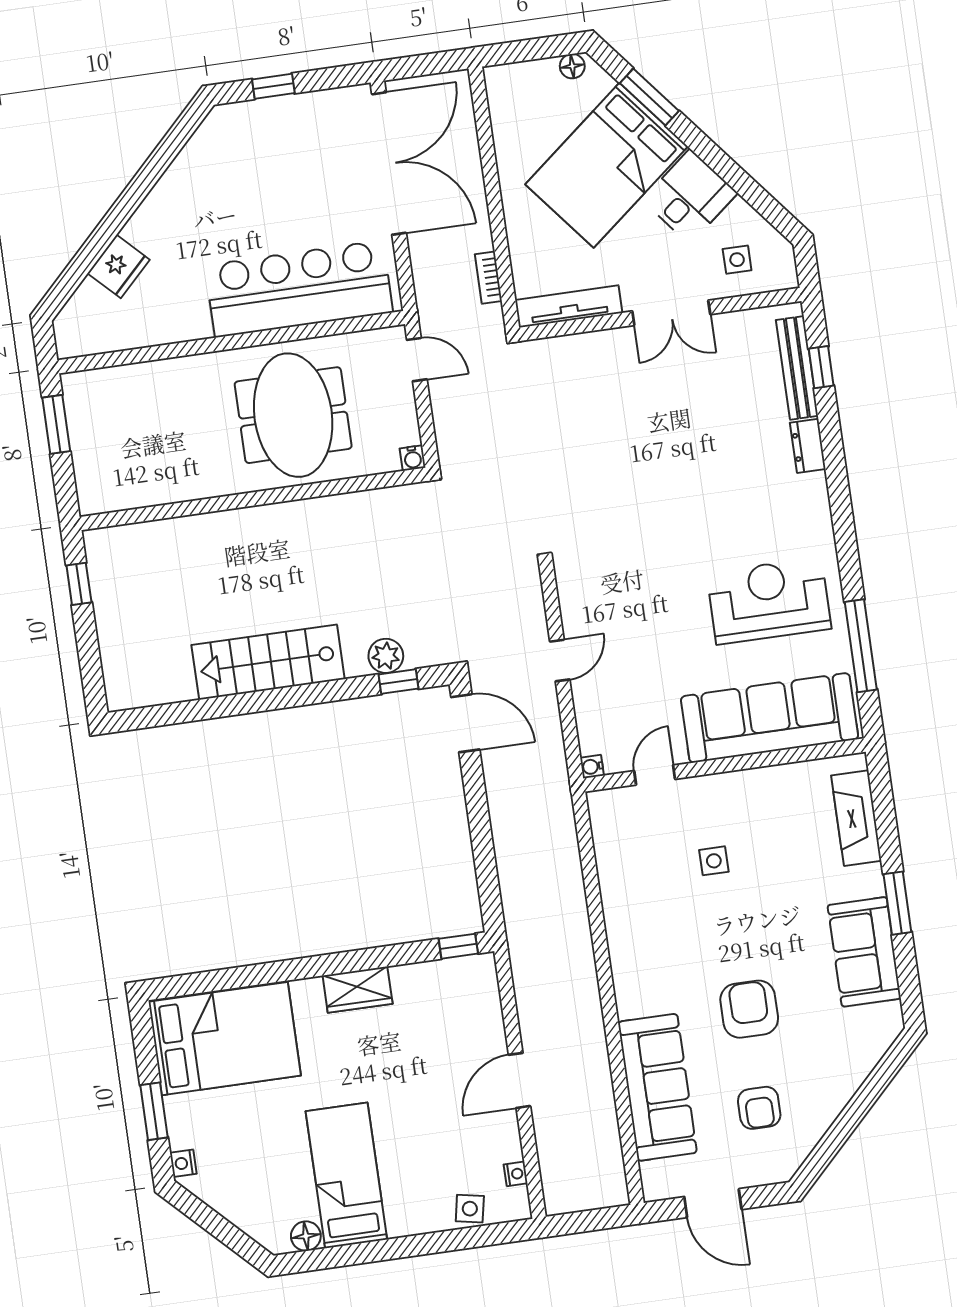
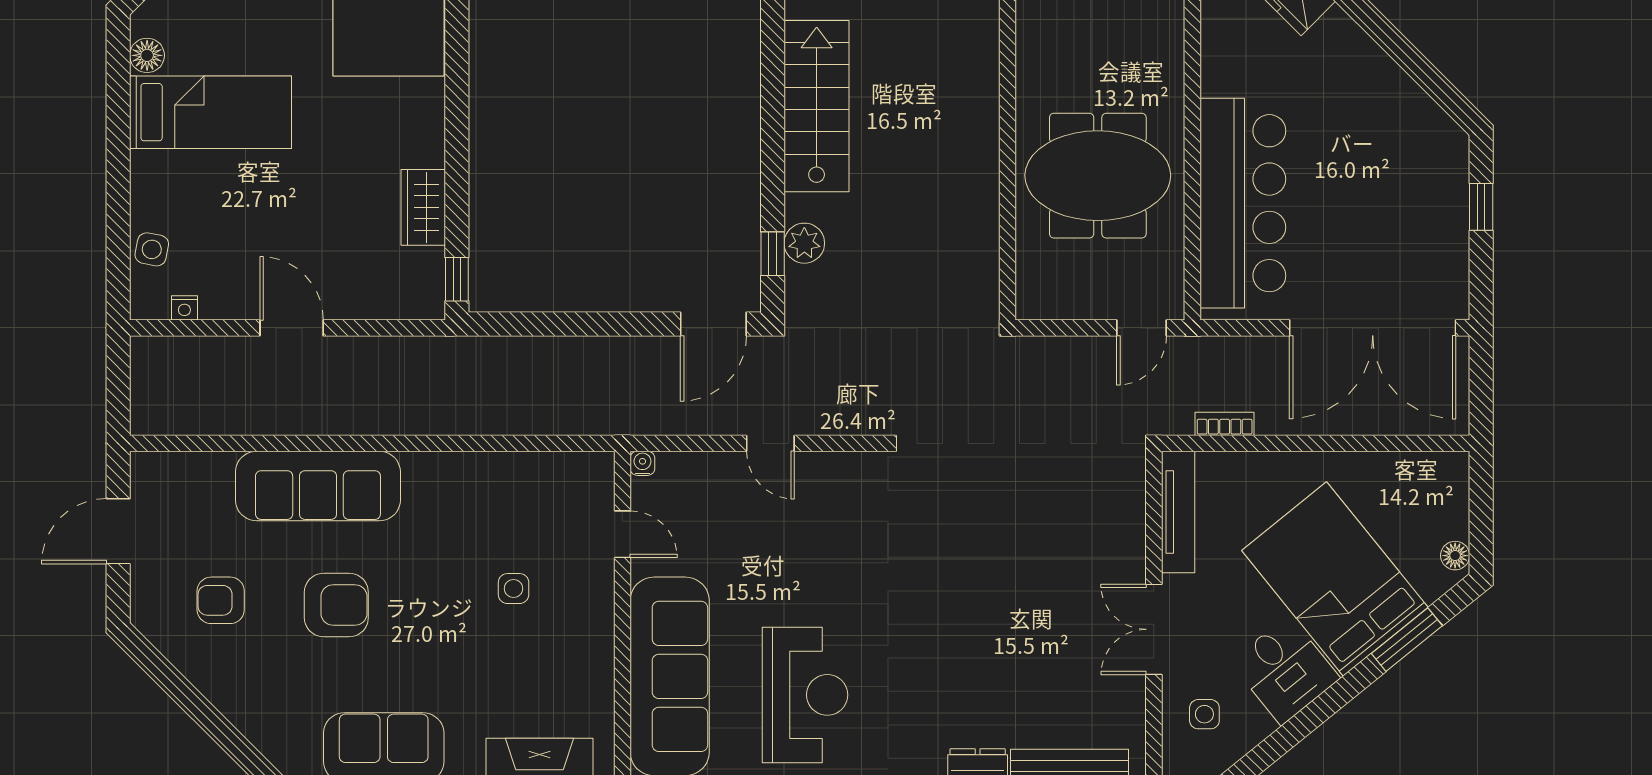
water cooler: (413, 458) -> (1029, 307), removed
wardrobe: (358, 990) -> (423, 207), moved
sofa: (657, 1087) -> (318, 486), moved

